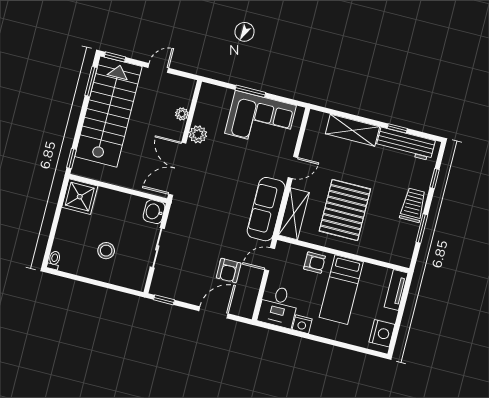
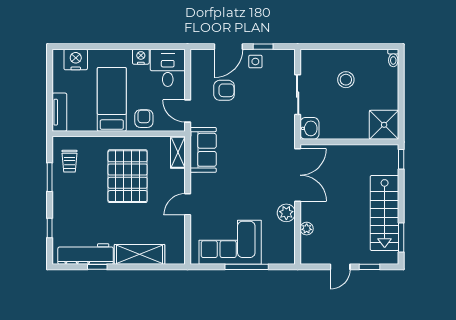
window: (115, 57) -> (369, 267), moved
window: (250, 91) -> (247, 267), width x1.44
stairs: (108, 112) -> (385, 213), width x0.73, depth x0.66
trolley: (413, 205) -> (70, 161), moved, width x0.73, depth x0.72
sofa: (266, 209) -> (203, 150), width x0.73
shelving: (294, 214) -> (178, 152), width x0.67, depth x0.75
door: (270, 259) -> (188, 111), swing flipped
armchair: (315, 263) -> (144, 119), turned 90
armchair: (229, 270) -> (224, 90), turned 90
side table: (191, 291) -> (255, 61), added
window: (164, 300) -> (263, 47), moved
nightstand: (382, 333) -> (76, 59), moved, turned 90

